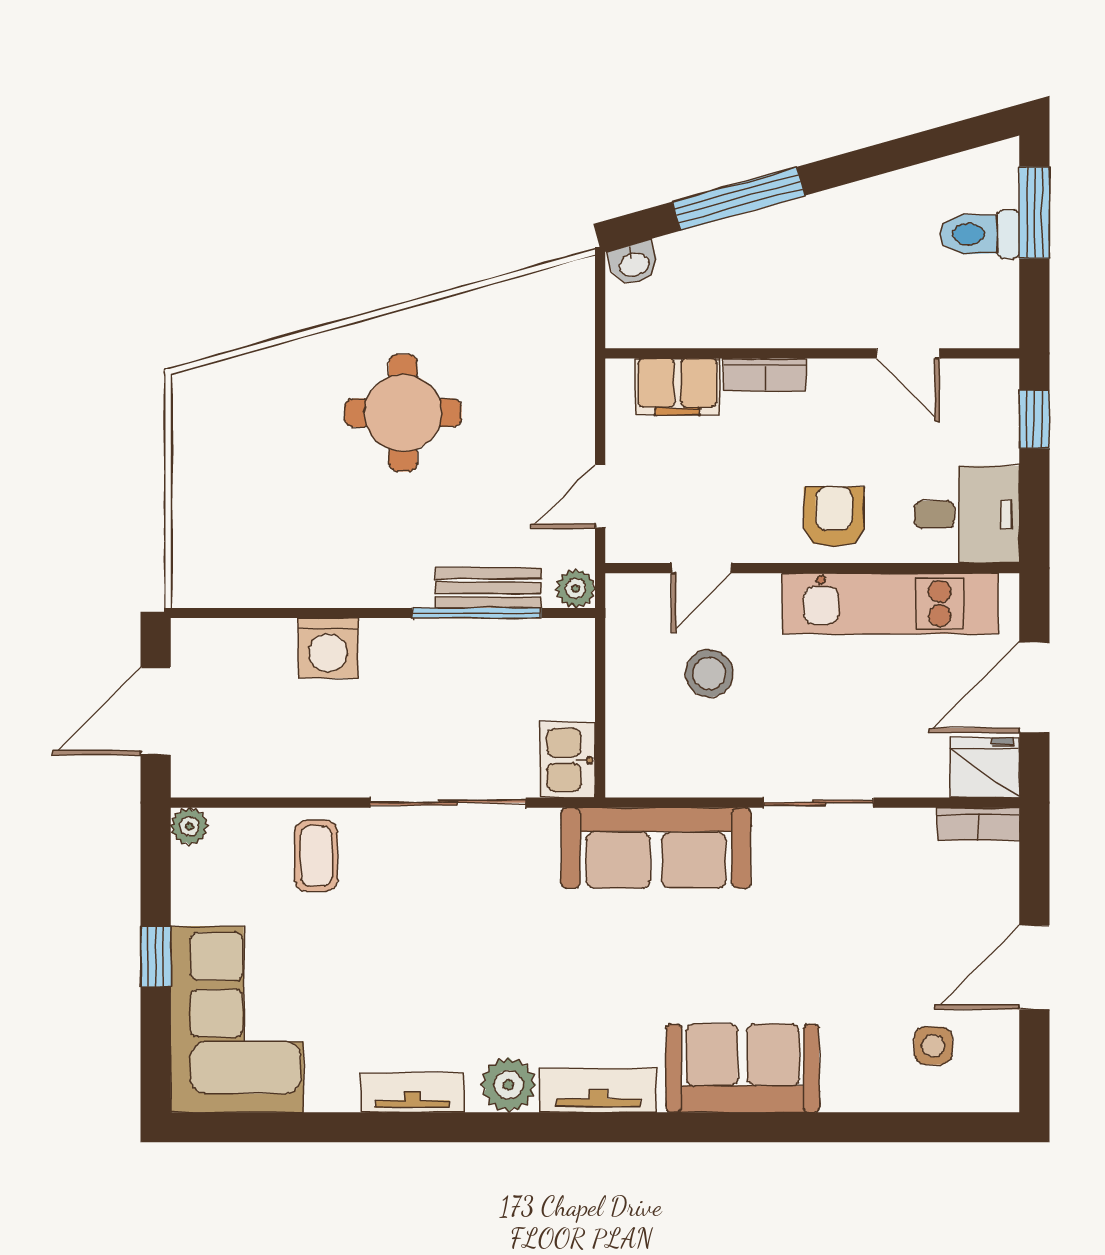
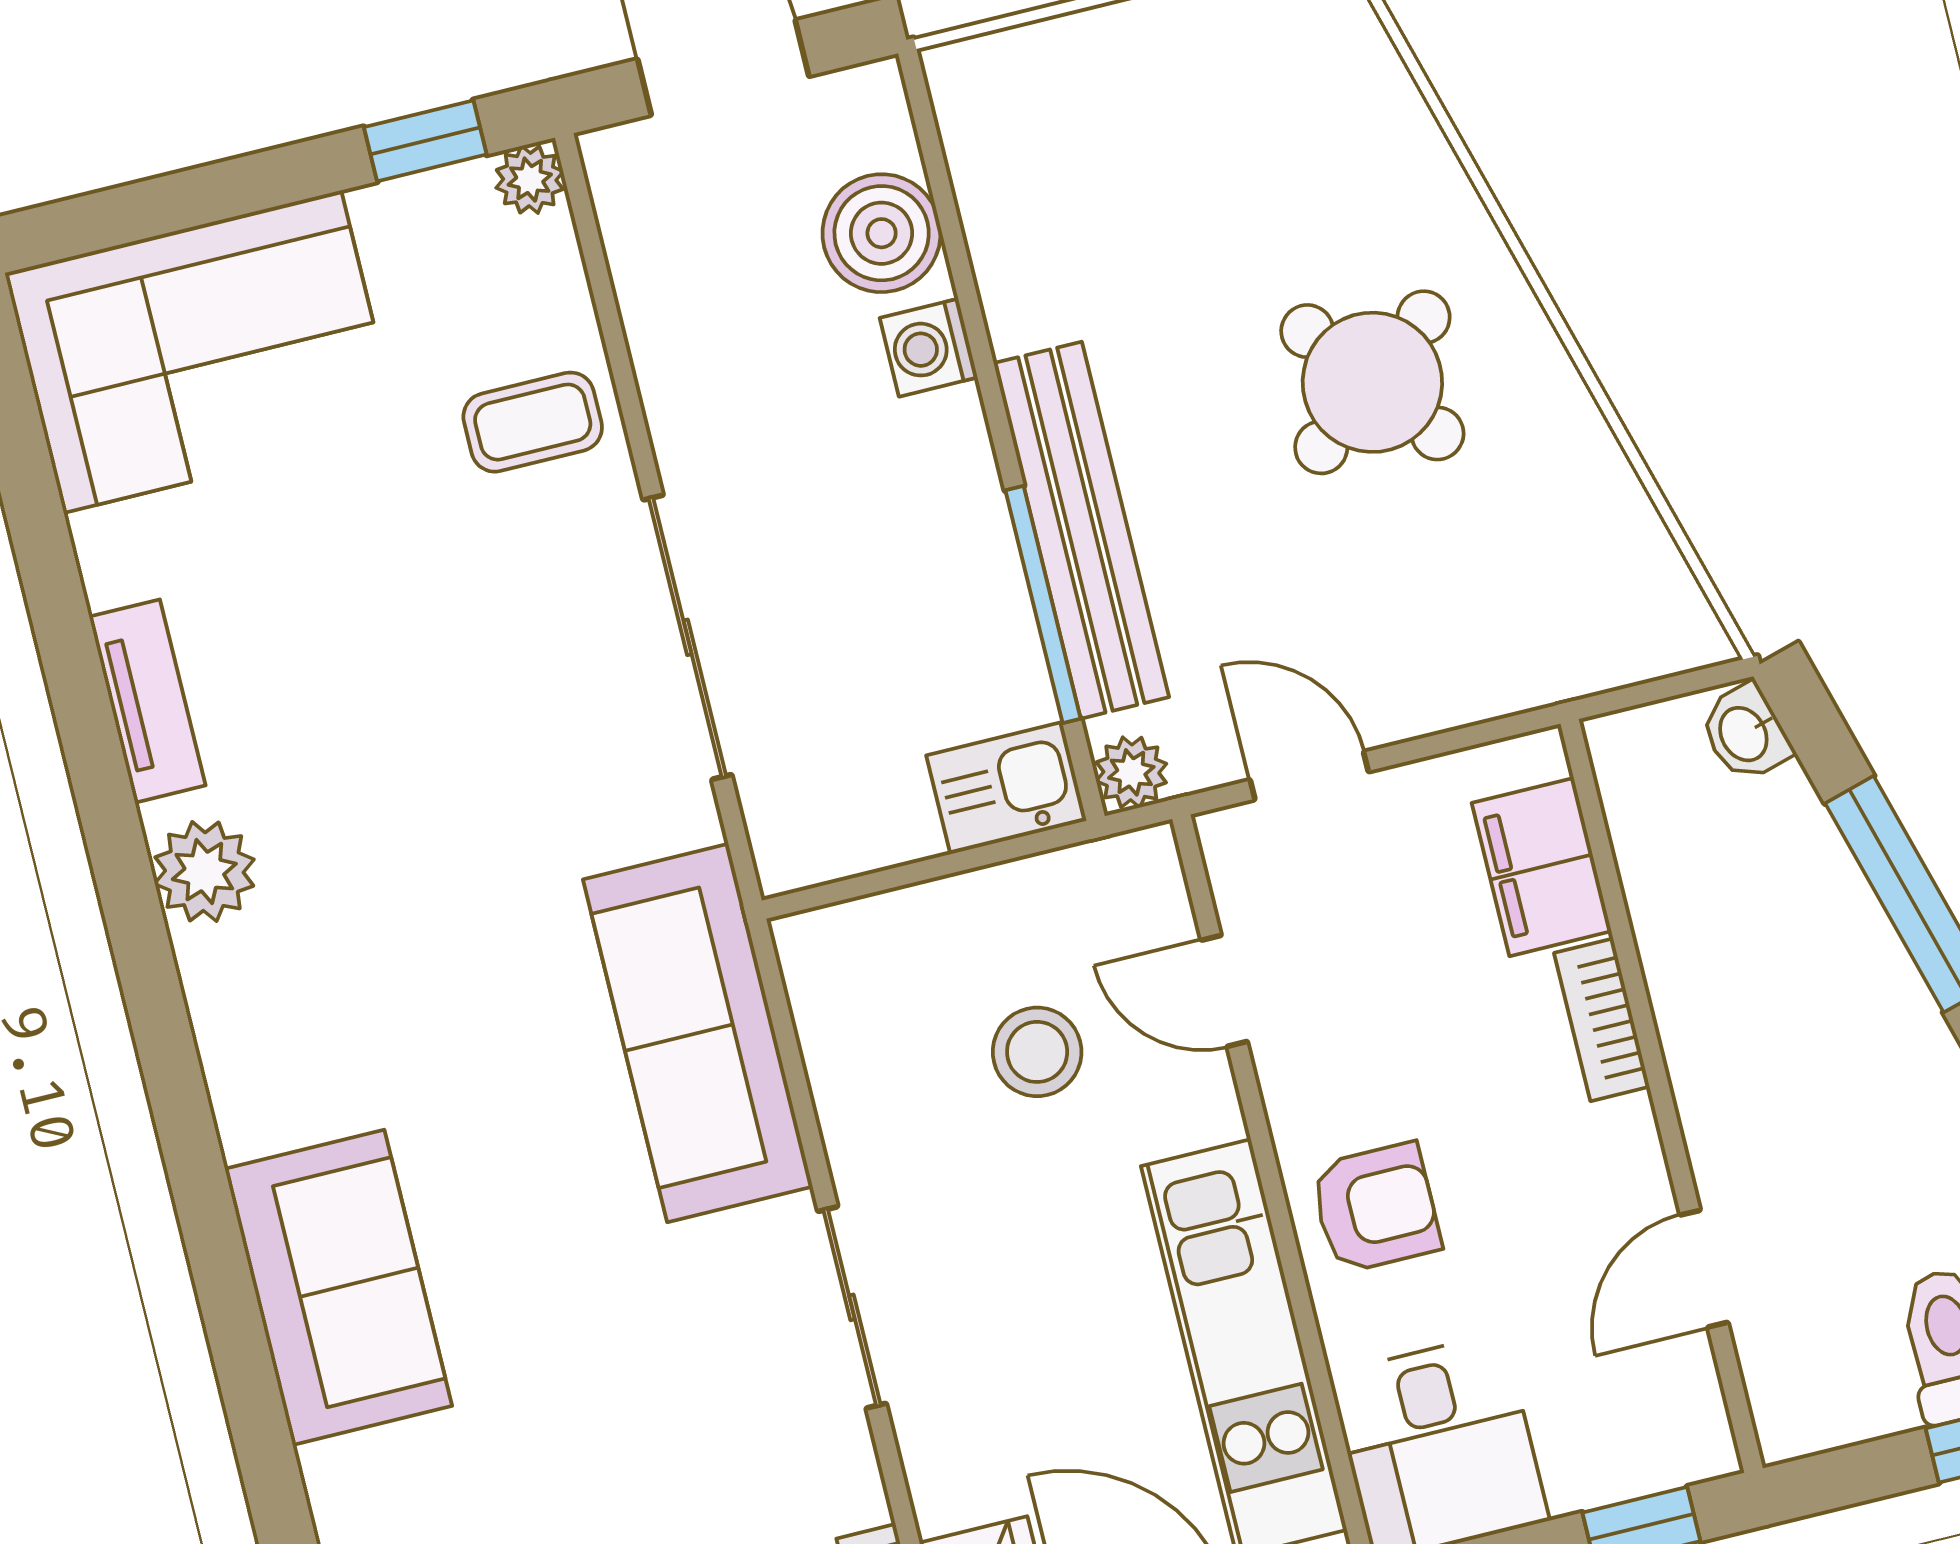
round table: (403, 413) -> (1372, 382), turned -38
bench: (488, 588) -> (1081, 530), width x1.86, depth x1.21
washing machine: (328, 648) -> (929, 348), width x0.73, depth x0.73
boiler: (262, 650) -> (882, 233), added
kitchen sink: (568, 760) -> (1006, 788), moved
window: (156, 956) -> (425, 141), moved
tv unit: (598, 1090) -> (234, 1036), removed

